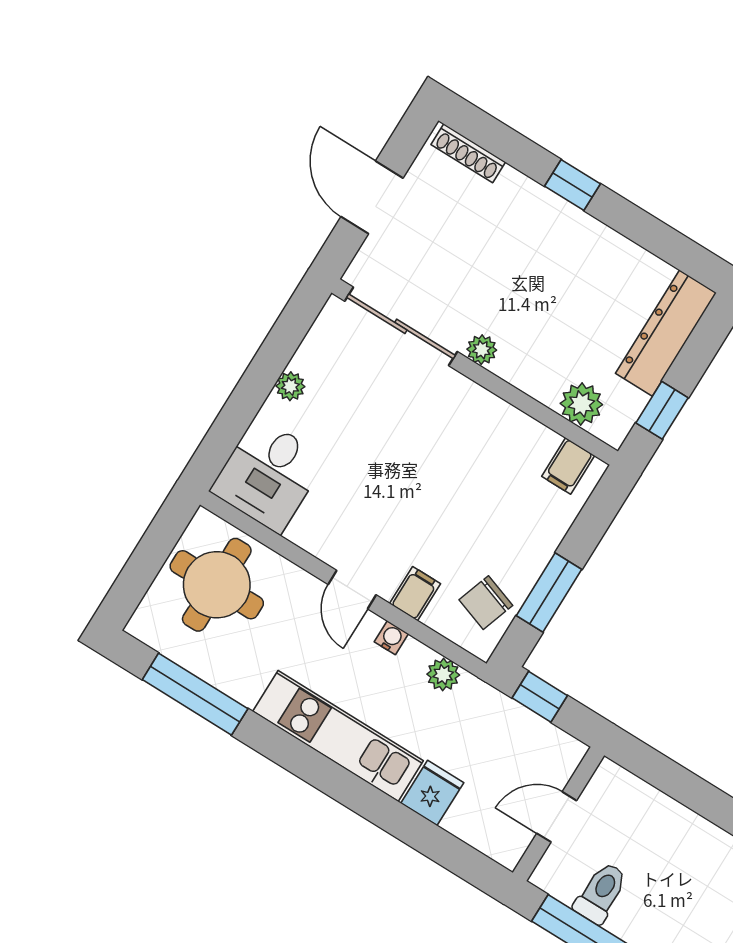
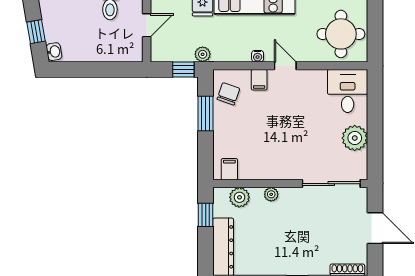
plant: (482, 350) -> (271, 194), moved
plant: (290, 386) -> (355, 138), width x1.87, depth x1.87
plant: (443, 675) -> (203, 54), moved

